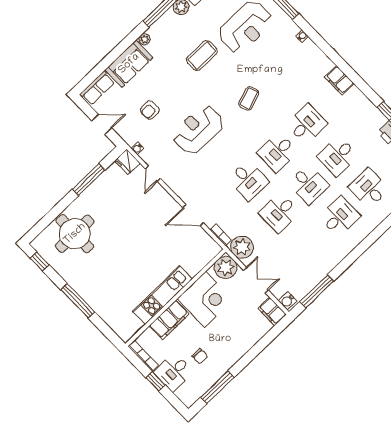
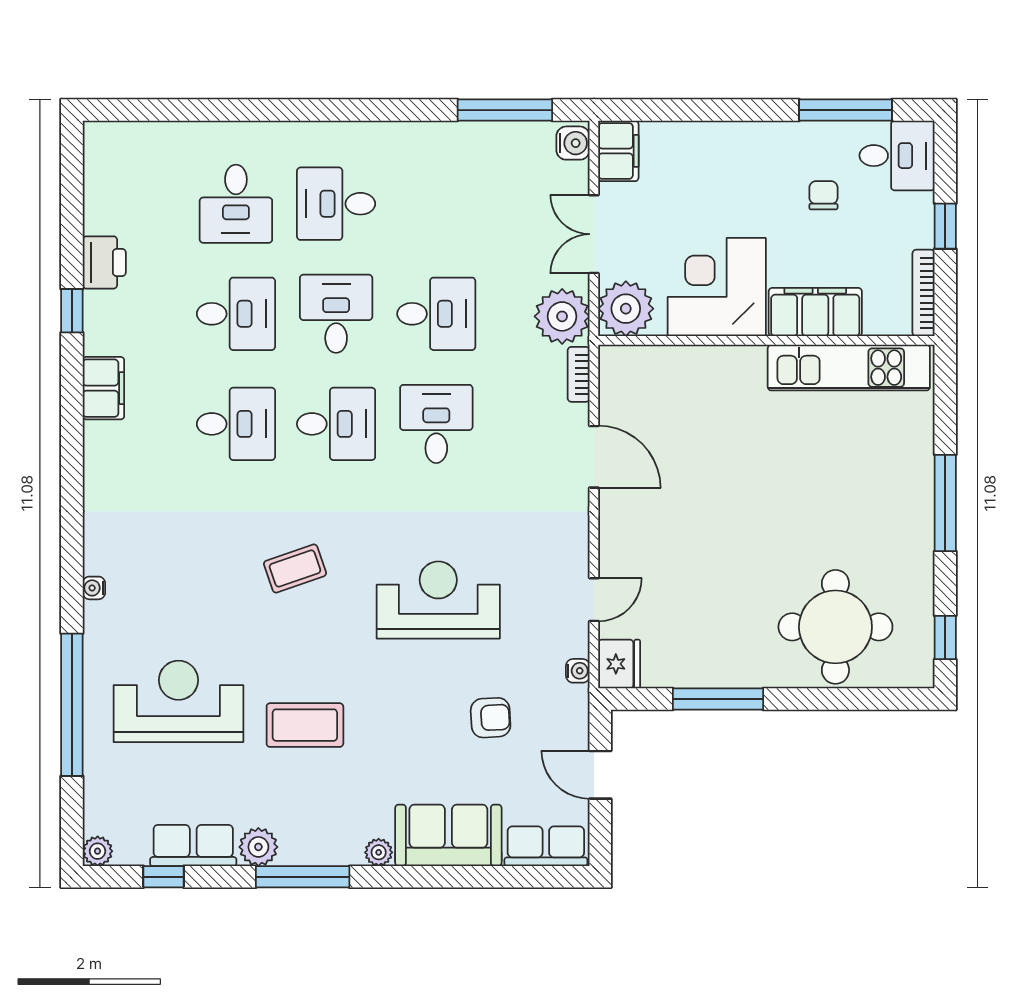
filing cabinet: (339, 80) -> (103, 388), moved
desk: (307, 124) -> (236, 424), turned 180
reception desk: (198, 130) -> (438, 600), turned 180
kitchen unit: (162, 295) -> (849, 368), moved
desk: (174, 372) -> (897, 156), moved

